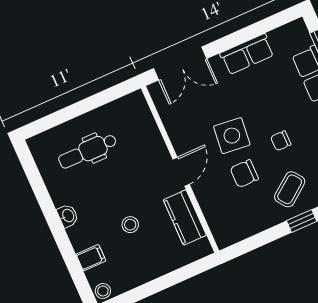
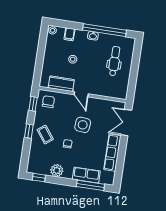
row of seats: (247, 54) -> (112, 153), width x1.48
chair: (244, 174) -> (48, 102), moved
window: (45, 202) -> (104, 30), added
window: (250, 244) -> (33, 104), added

